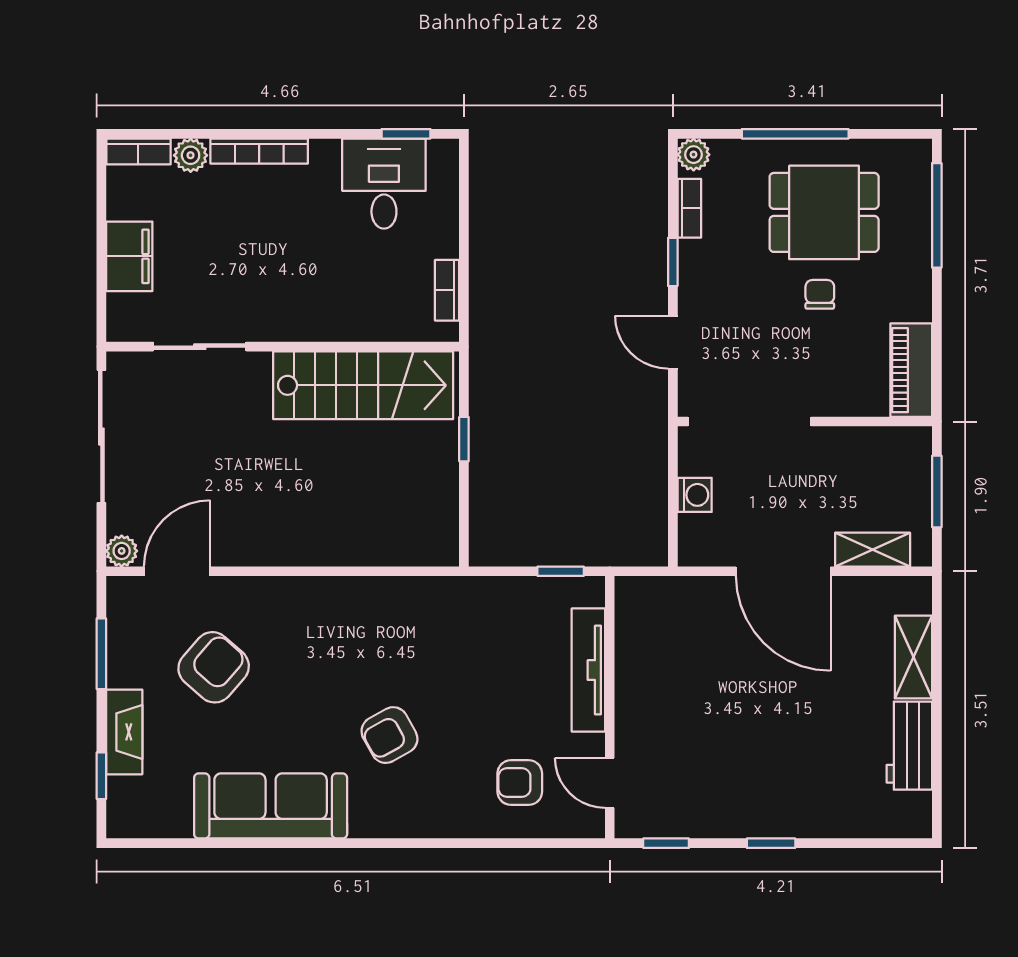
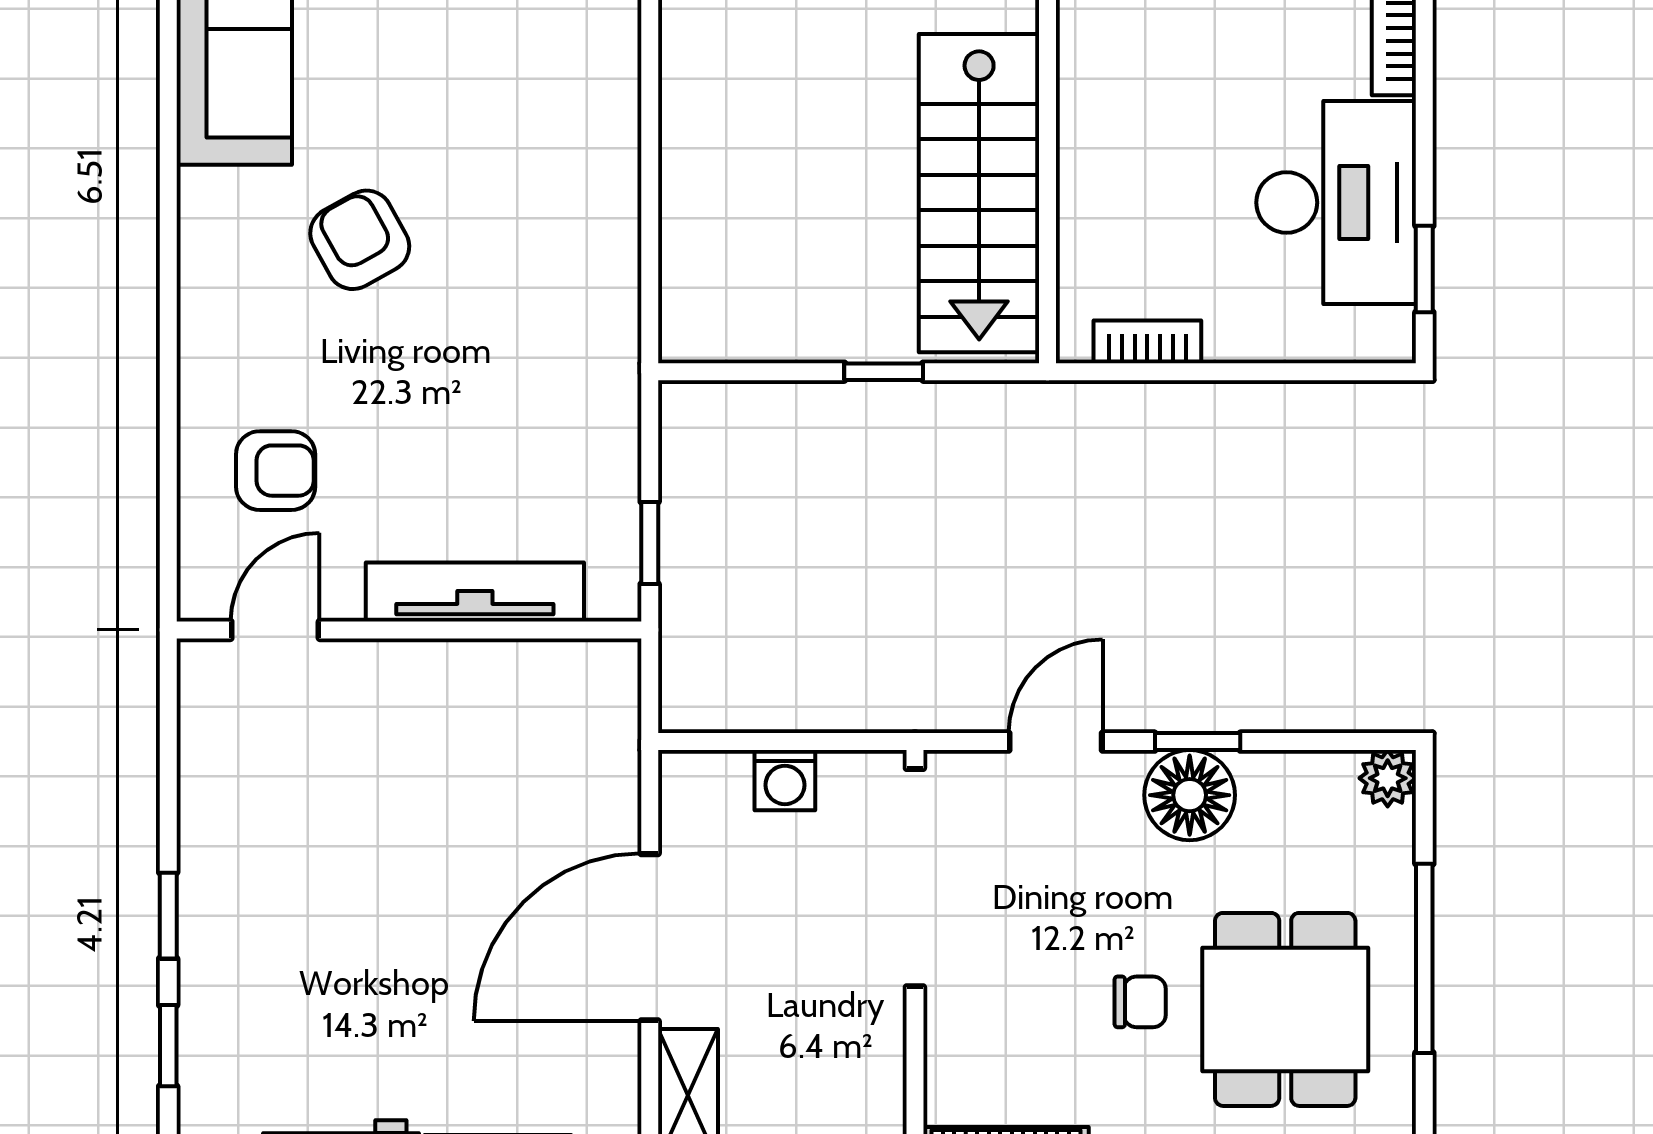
desk: (384, 184) -> (1336, 203), width x1.37
bookcase: (689, 208) -> (1293, 771), removed
floor lamp: (703, 266) -> (1190, 795), added
armchair: (520, 783) -> (276, 471), turned 90
window: (666, 843) -> (168, 1046), moved

